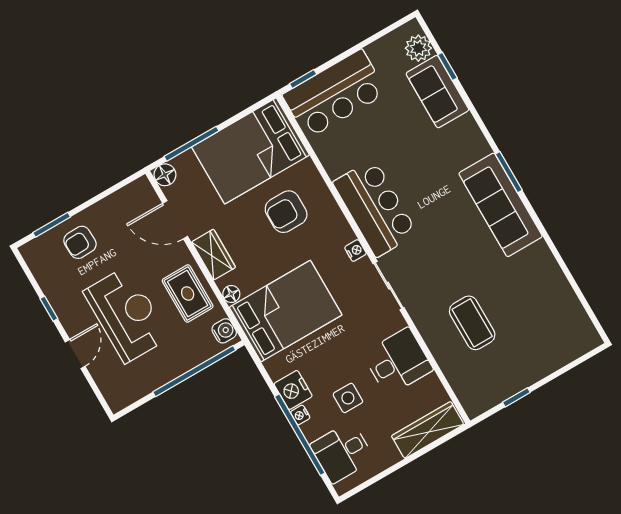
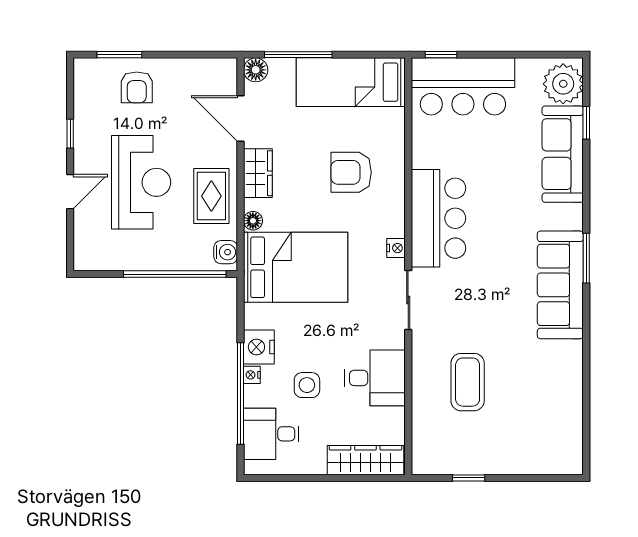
plant: (418, 48) -> (563, 84), width x1.36, depth x1.36
sofa: (437, 92) -> (563, 154), width x1.36
bed: (251, 151) -> (351, 82), width x0.67
armchair: (80, 242) -> (137, 87), turned -88

